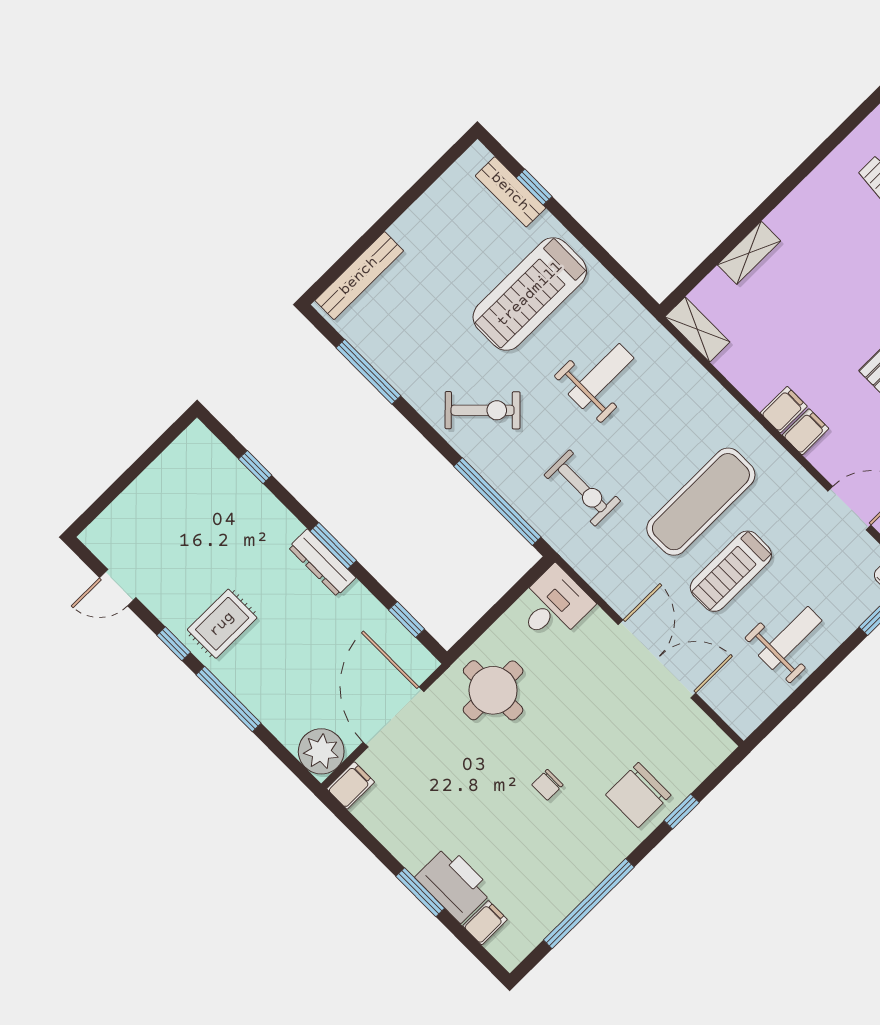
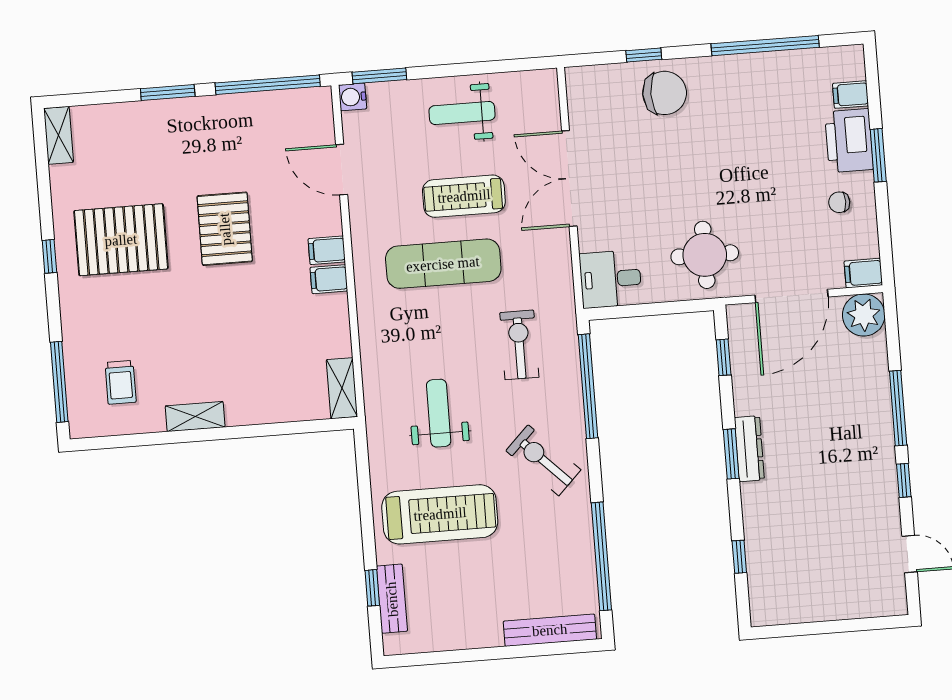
shelving: (749, 253) -> (195, 417), moved
window: (368, 372) -> (601, 556), width x1.46
weight bench: (601, 376) -> (439, 413), turned 90
treadmill: (731, 571) -> (464, 196), turned 180
rug: (222, 624) -> (857, 466), removed
chair: (547, 785) -> (839, 202), moved, turned 180

